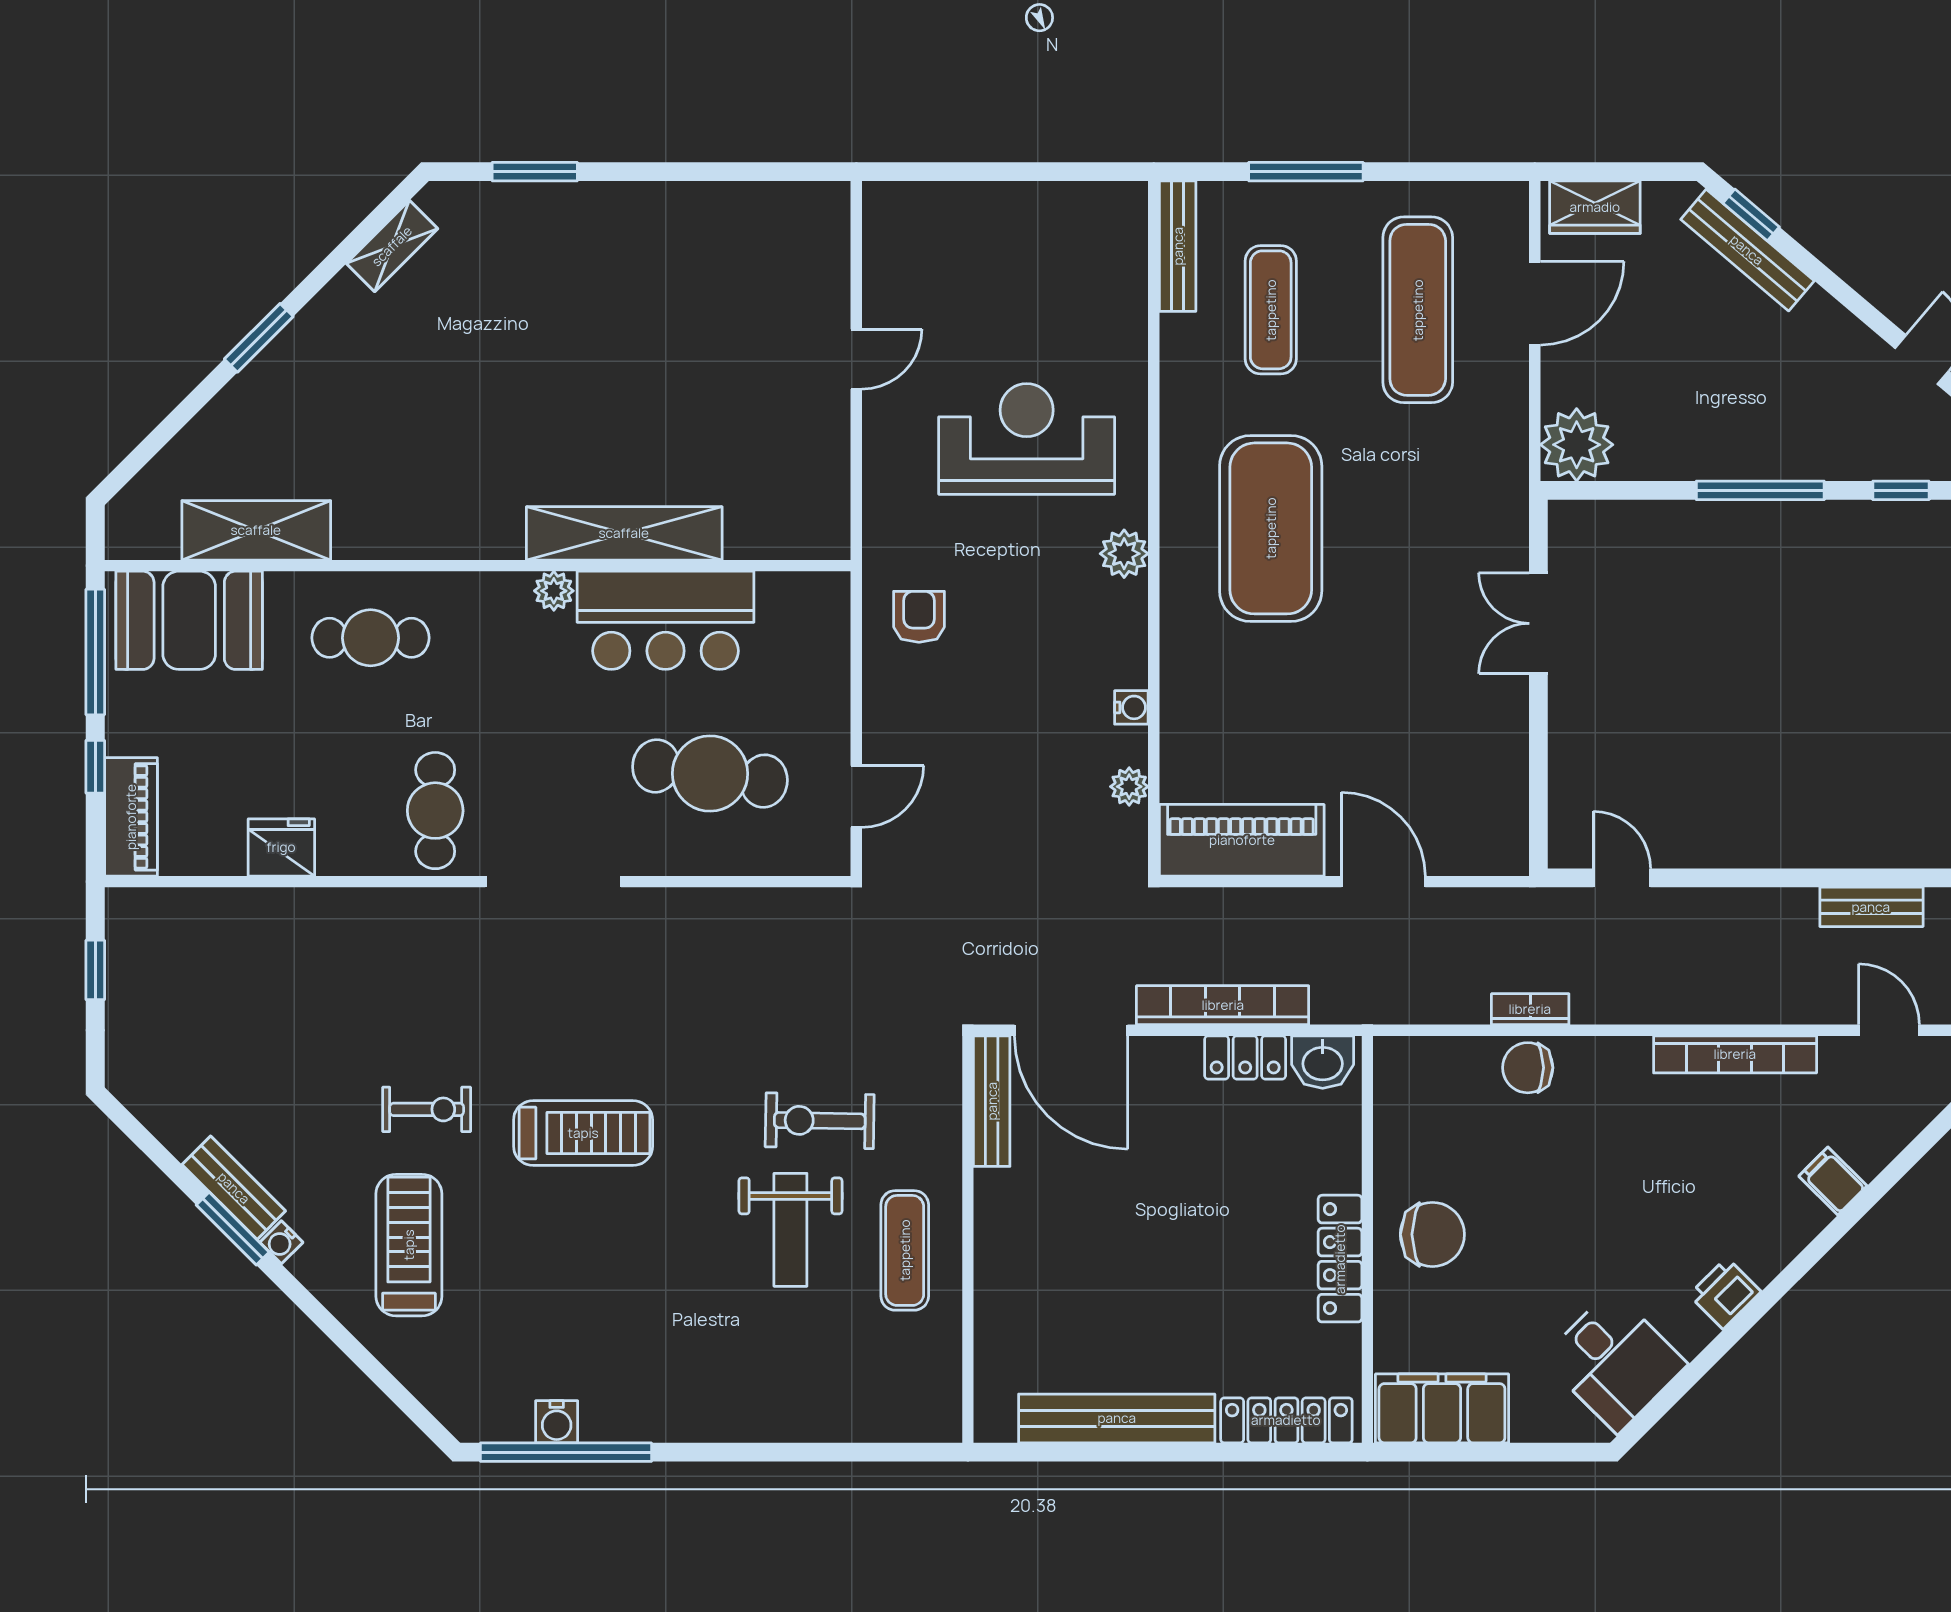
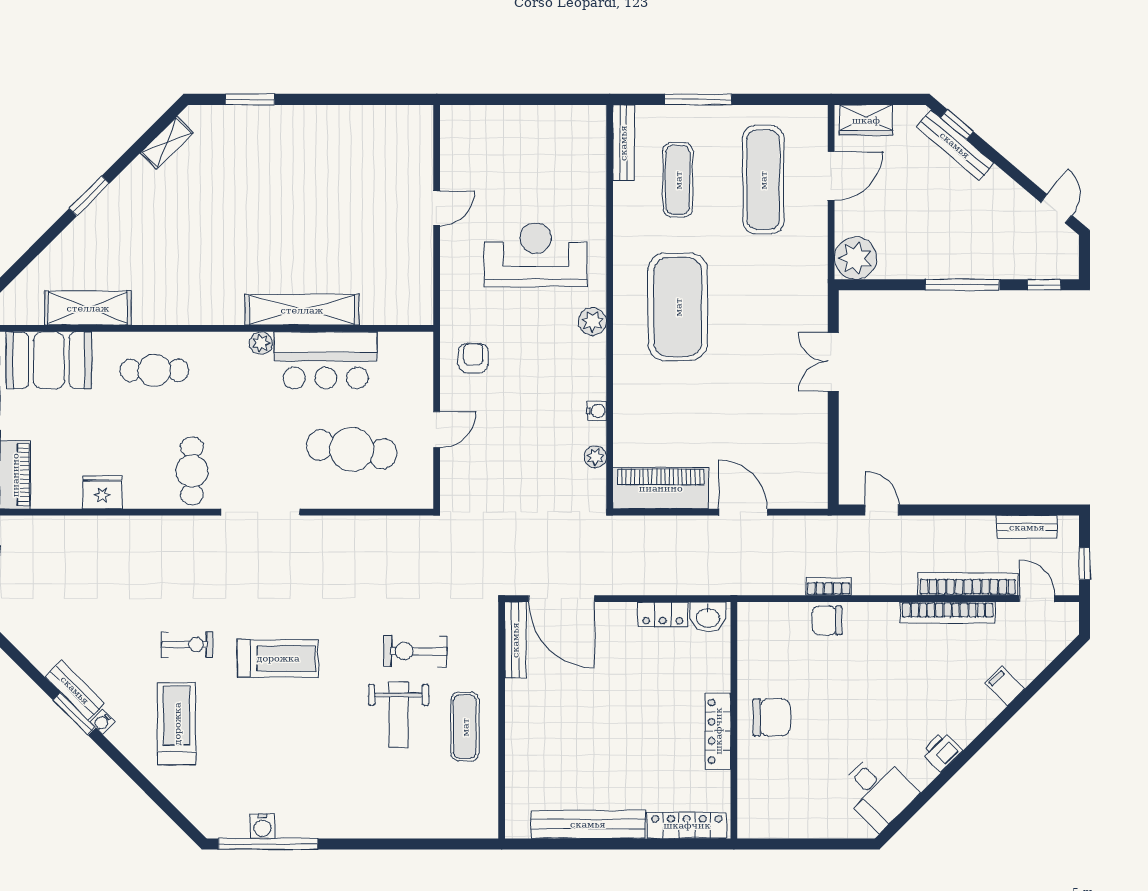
door: (856, 797) -> (437, 430), moved
bookcase: (1223, 1005) -> (968, 584), moved
filing cabinet: (1442, 1408) -> (777, 818), removed

